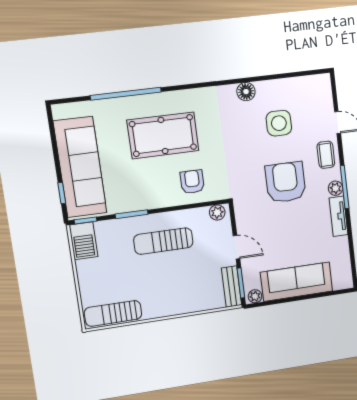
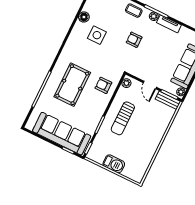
floor lamp: (246, 92) -> (84, 17), moved
side table: (279, 123) -> (97, 35), moved
armchair: (285, 182) -> (134, 40), width x0.53, depth x0.53
barbecue: (83, 241) -> (114, 164), moved
door: (236, 247) -> (150, 85), swing flipped
sun lounger: (113, 313) -> (142, 166), removed

